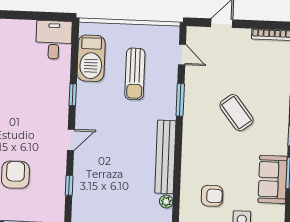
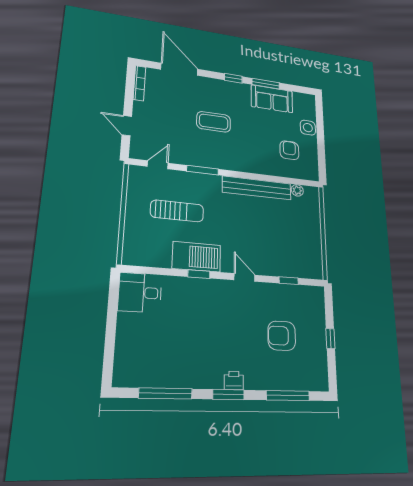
barbecue: (91, 58) -> (196, 257), moved
coffee table: (236, 113) -> (214, 122), turned 38

